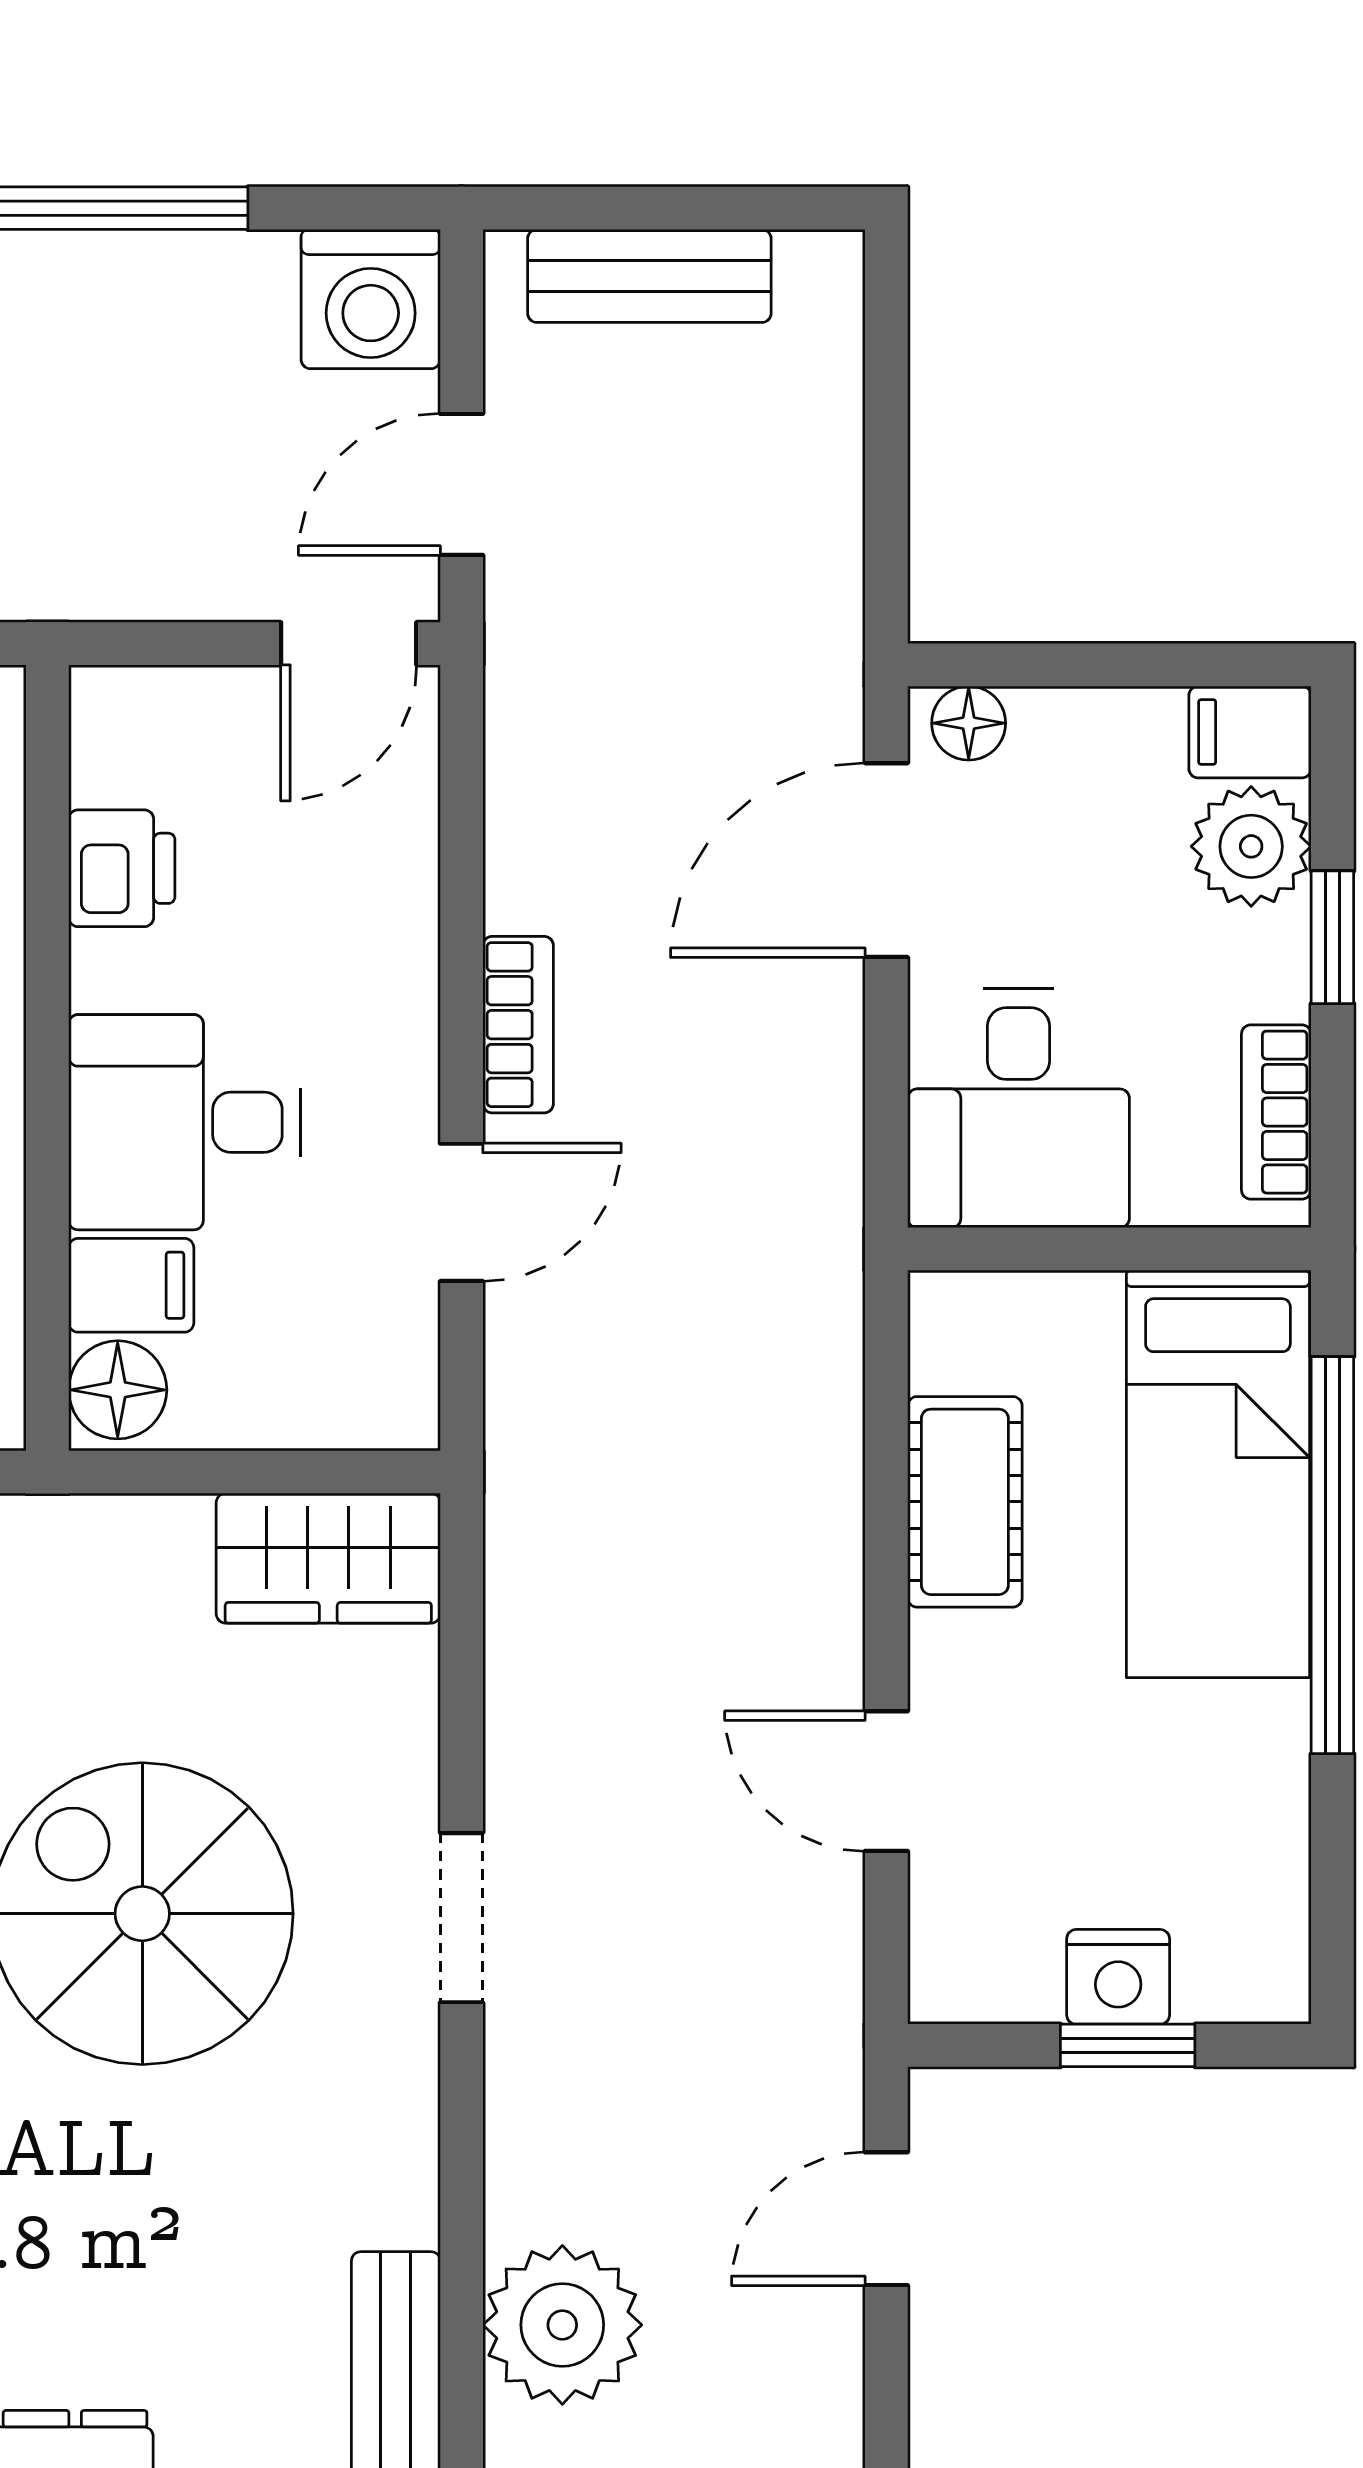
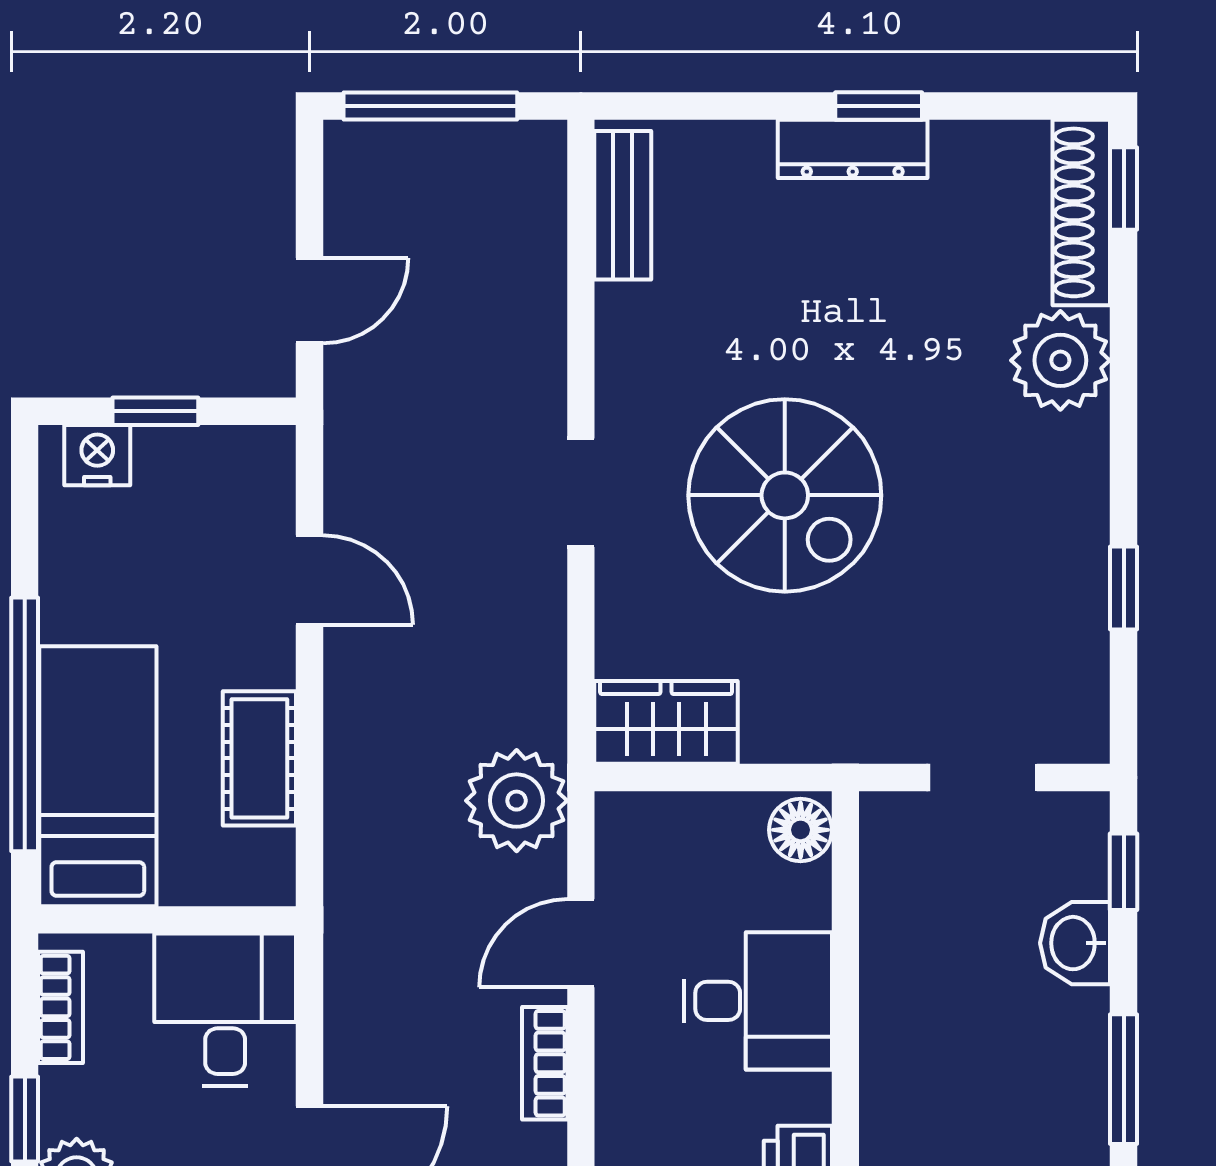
filing cabinet: (131, 1285) -> (792, 897), removed
nightstand: (1118, 1977) -> (97, 455), moved
plant: (562, 2325) -> (517, 801), moved

